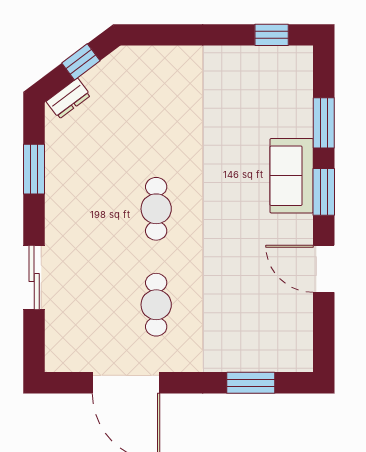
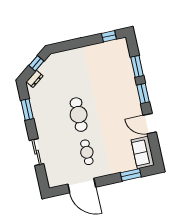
sofa: (292, 176) -> (143, 152), moved
cafe table: (156, 209) -> (79, 115), width x1.37, depth x1.35

